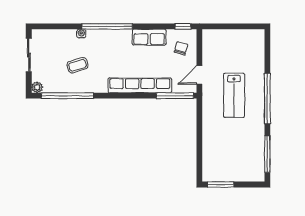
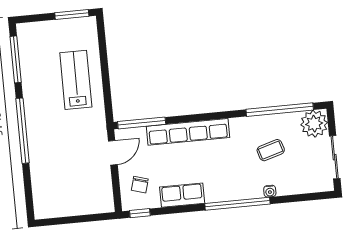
plant: (37, 87) -> (314, 124), width x1.87, depth x1.87
lab bench: (234, 95) -> (76, 80), moved

